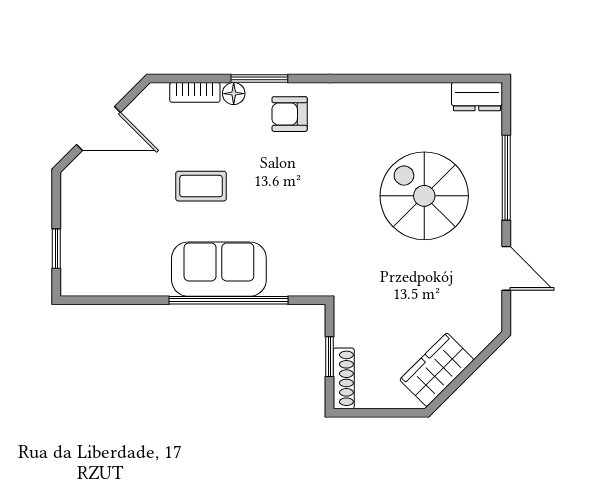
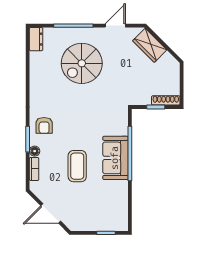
door: (98, 129) -> (51, 213), swing flipped
coffee table: (201, 186) -> (77, 166), width x1.36, depth x1.30
wardrobe: (437, 370) -> (150, 45), moved

